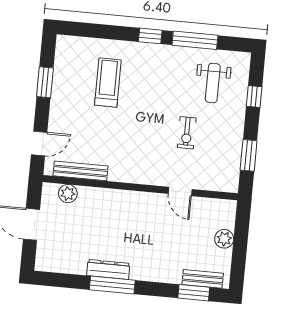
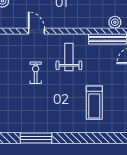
window: (150, 36) -> (68, 138), removed
weight bench: (213, 83) -> (69, 57), moved

